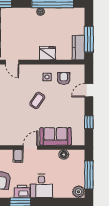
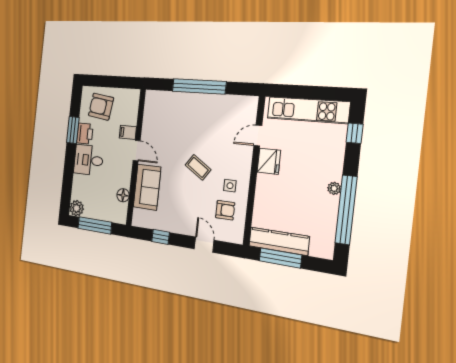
kitchen counter: (78, 48) -> (279, 241), width x1.50
fridge: (47, 53) -> (269, 161), moved

